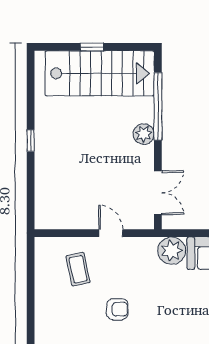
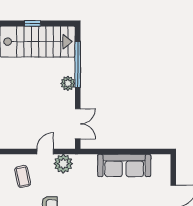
door: (111, 233) -> (45, 152), hinge flipped
plant: (172, 251) -> (63, 164), moved

